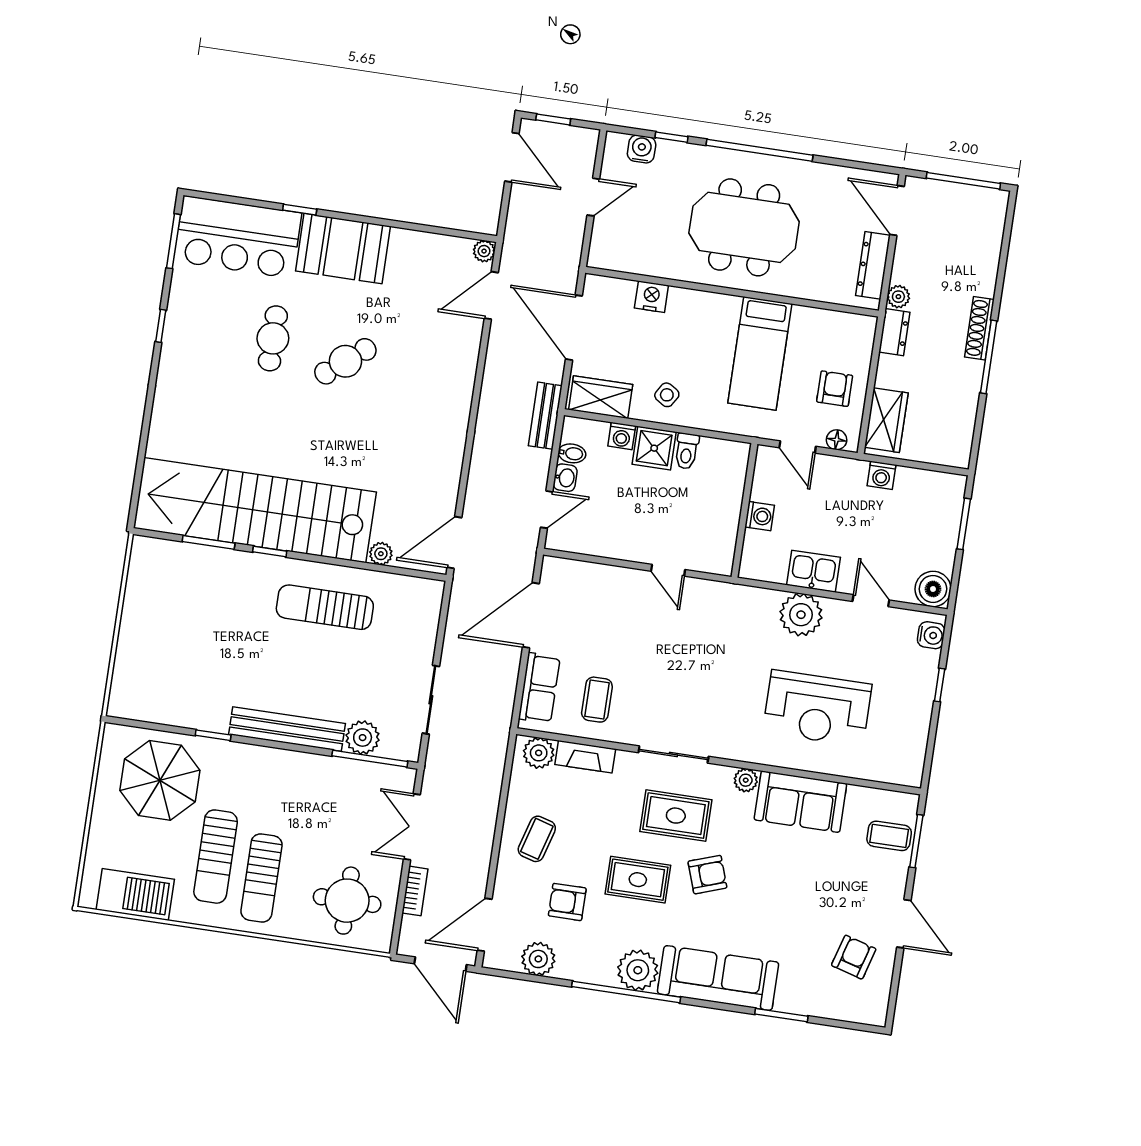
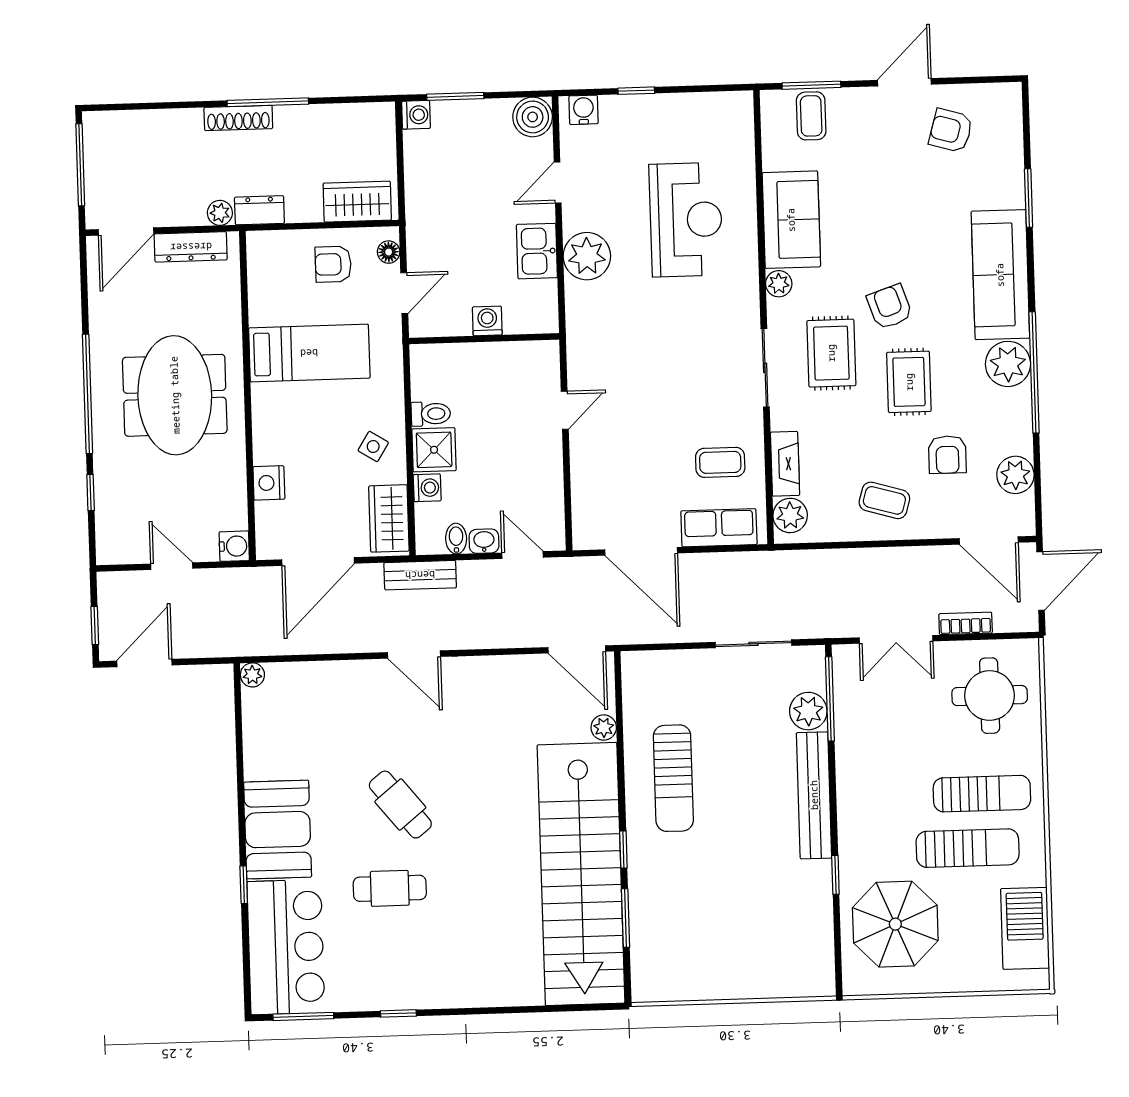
water cooler: (642, 149) -> (234, 546), moved, turned 180
door: (491, 295) -> (414, 655), moved
washing machine: (881, 475) -> (416, 115), moved

